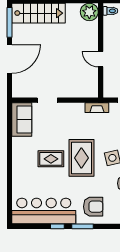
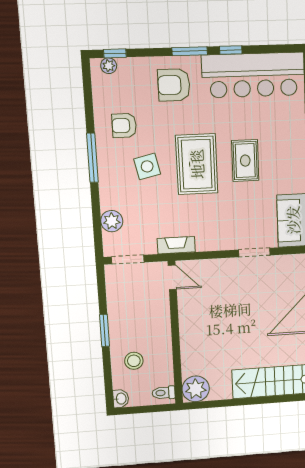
door: (101, 59) -> (172, 277), moved
rug: (51, 159) -> (245, 161), turned 90

